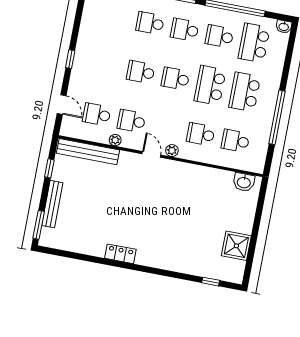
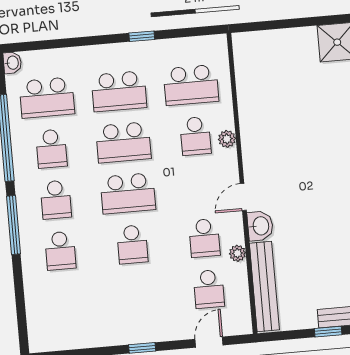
school desk: (175, 79) -> (128, 193), width x1.85
window: (277, 117) -> (142, 36), width x0.32
school desk: (235, 141) -> (191, 85), width x1.85
plant: (172, 151) -> (227, 139), moved
window: (49, 168) -> (328, 332), moved
washbasin: (244, 182) -> (260, 226), moved

